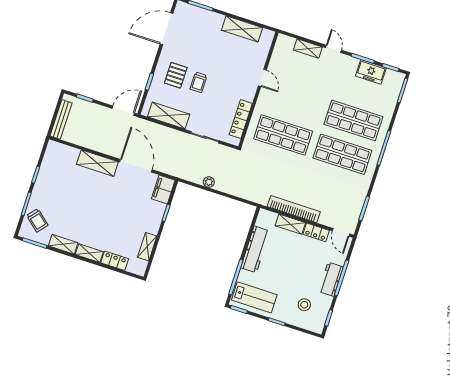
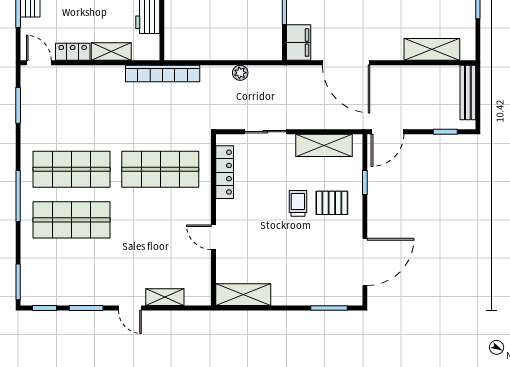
shelving: (242, 29) -> (243, 295), moved
freezer: (371, 72) -> (69, 293), removed
pallet: (176, 75) -> (332, 203), turned 90
shelving: (97, 163) -> (432, 49), moved
bookcase: (294, 209) -> (163, 74), moved

